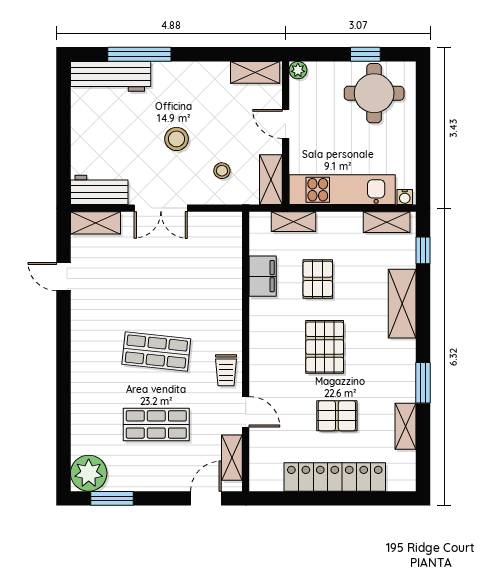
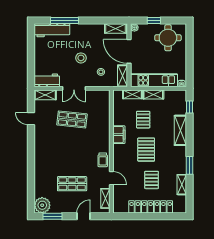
window: (365, 54) -> (154, 21), moved
door: (286, 124) -> (129, 51), width x1.88
shelving: (387, 222) -> (153, 95), moved
filing cabinet: (263, 276) -> (119, 135), moved
shop shelf: (156, 352) -> (72, 119), moved
pallet: (337, 416) -> (152, 180), turned 90
door: (206, 498) -> (84, 216), moved

